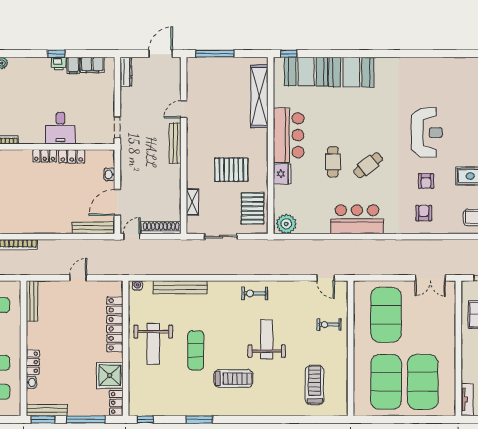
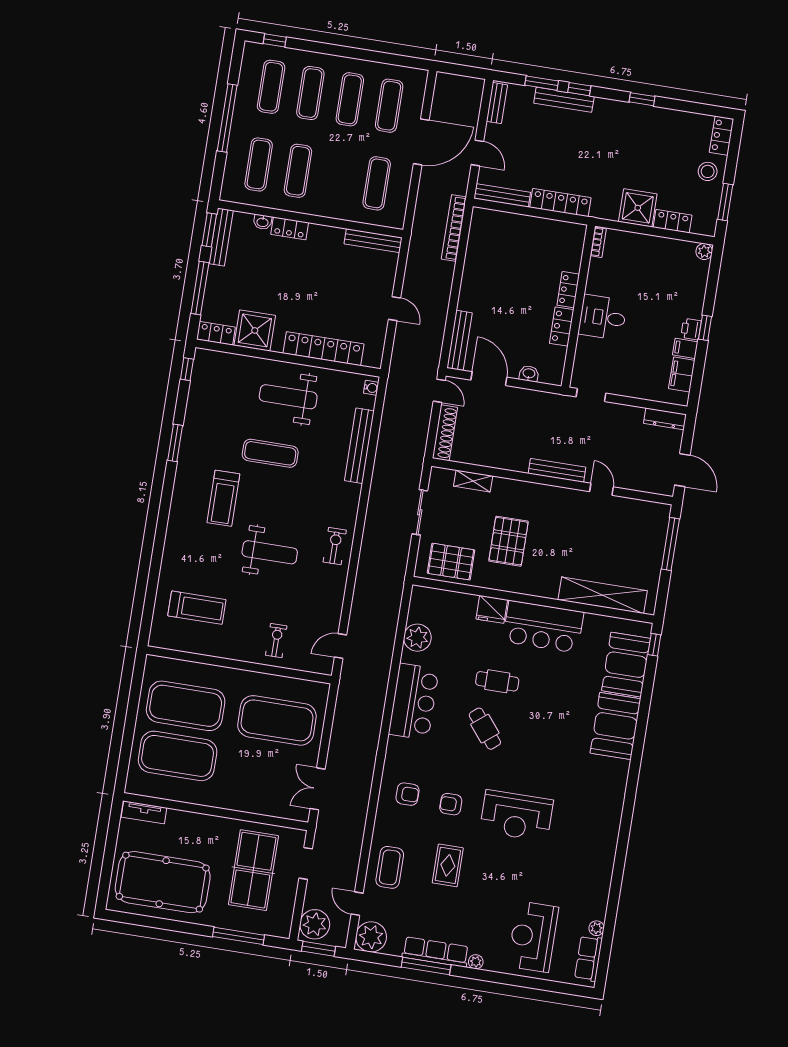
plant: (286, 224) -> (417, 638), moved

